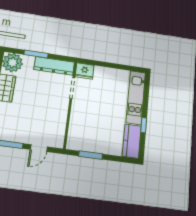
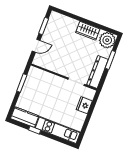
fridge: (85, 71) -> (84, 105), moved
door: (39, 148) -> (36, 46), swing flipped

